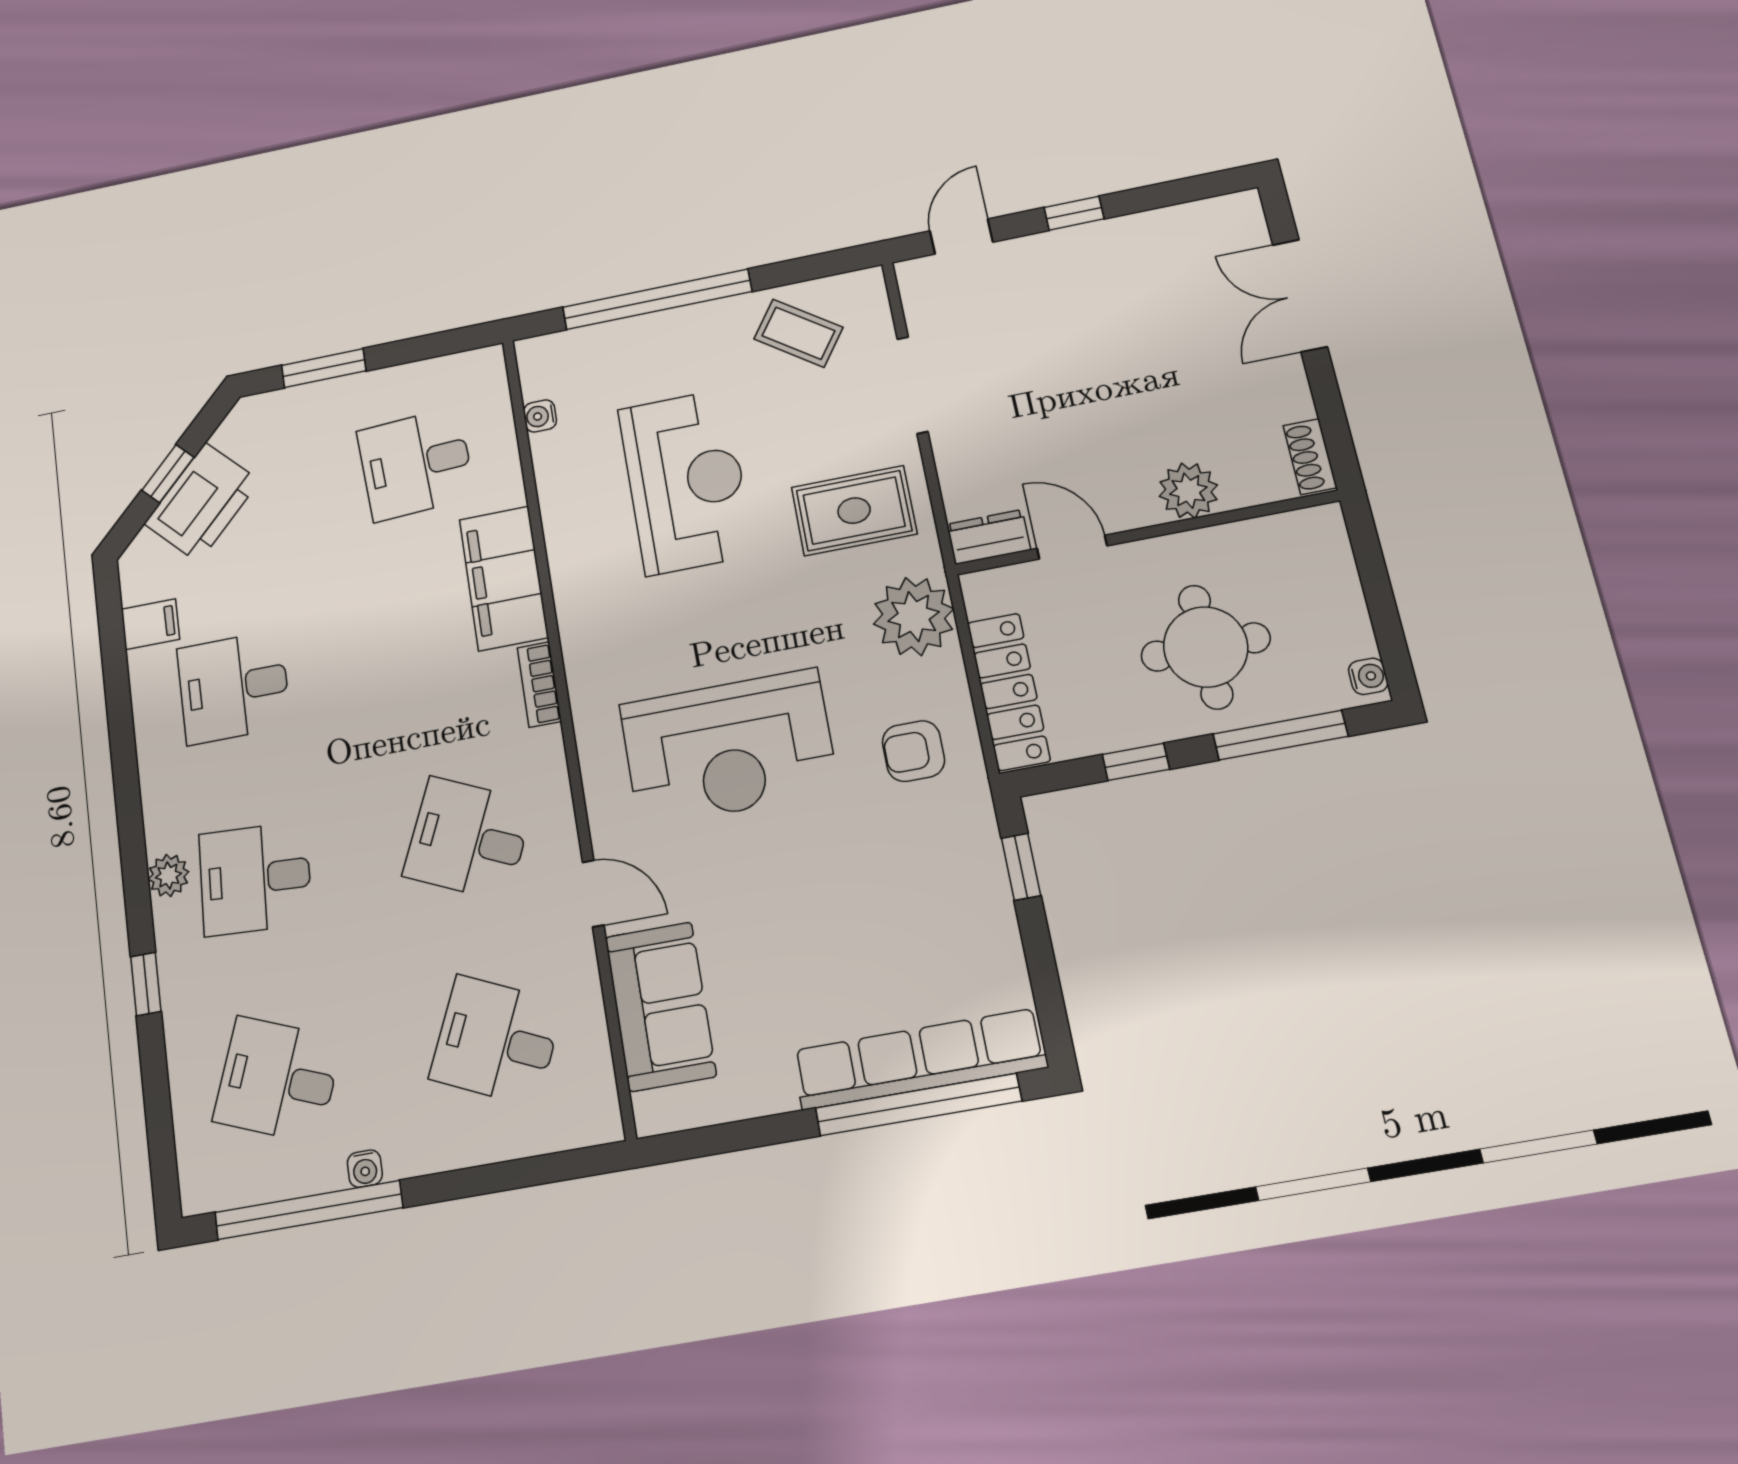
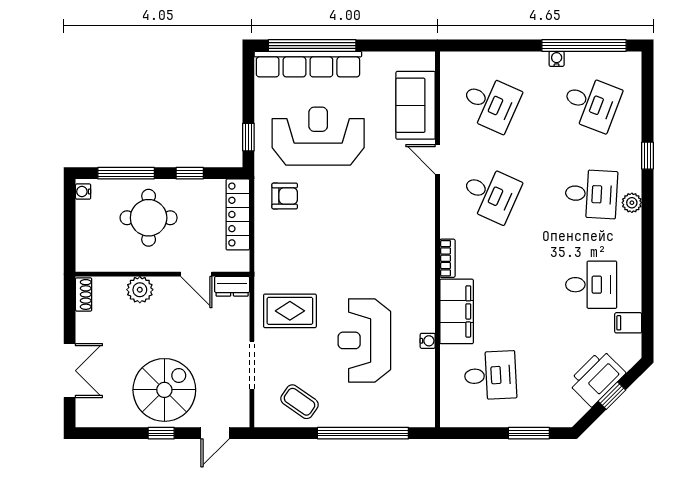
spiral stairs: (1087, 299) -> (164, 390), added
water cooler: (540, 416) -> (428, 341), moved
plant: (914, 616) -> (273, 256), removed
reception desk: (729, 748) -> (318, 136), moved

